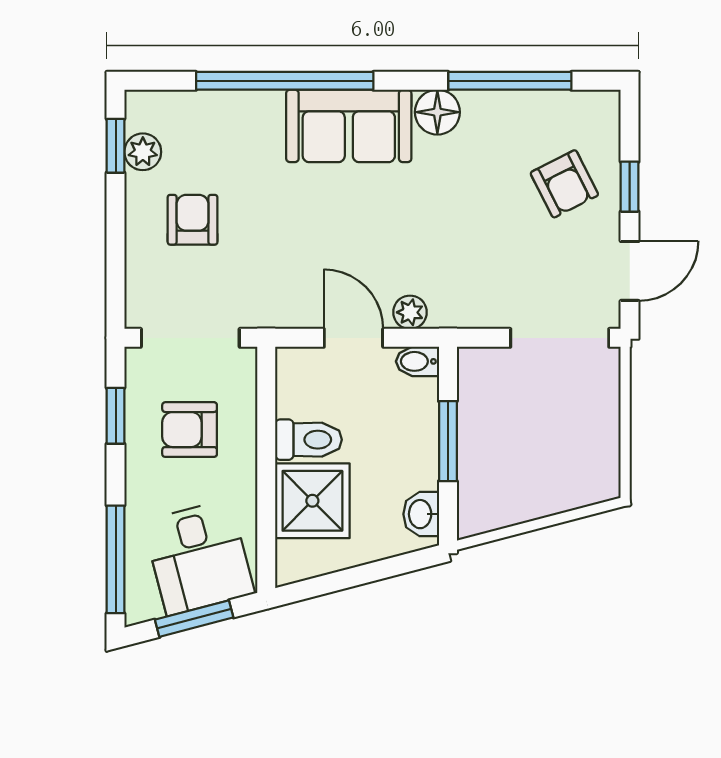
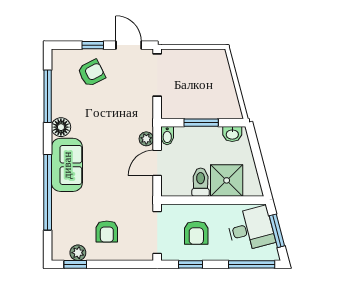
armchair: (193, 220) -> (107, 232), turned -90

